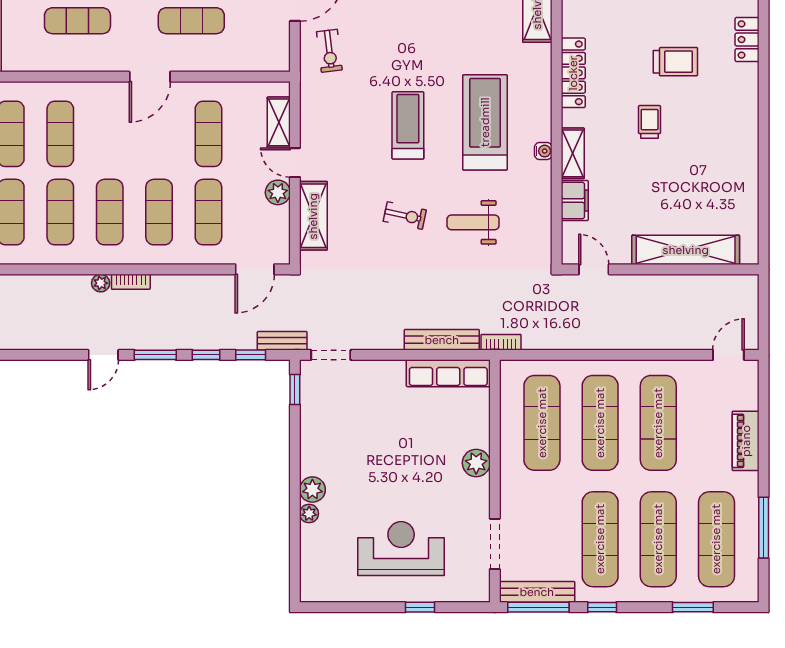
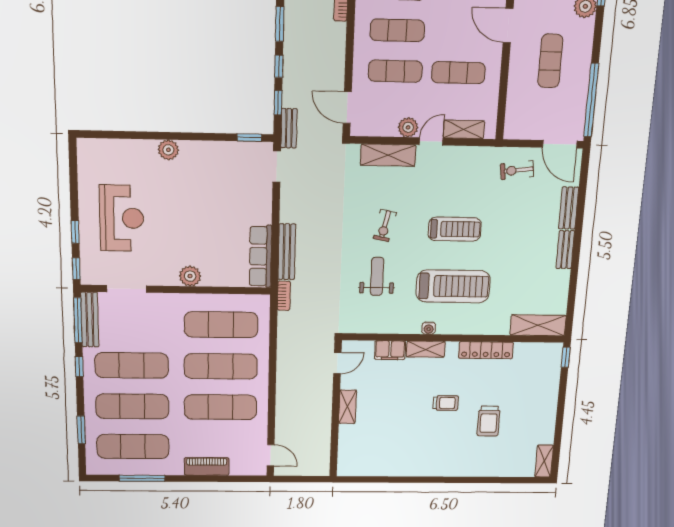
locker: (747, 40) -> (501, 469), removed
shelving: (686, 250) -> (348, 407), width x0.45, depth x0.75
plant: (309, 514) -> (149, 147), removed
window: (468, 607) -> (76, 269), added

